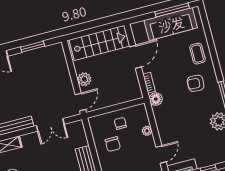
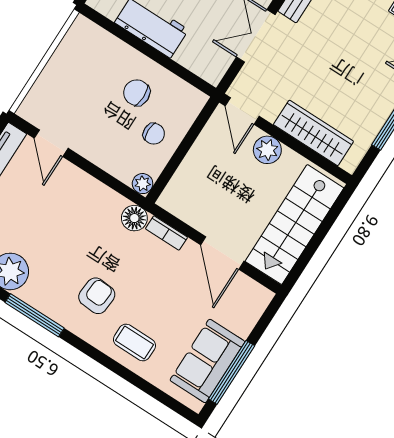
sofa: (171, 24) -> (207, 361), width x0.73
wardrobe: (62, 70) -> (313, 133), added
plant: (147, 131) -> (143, 184), moved

